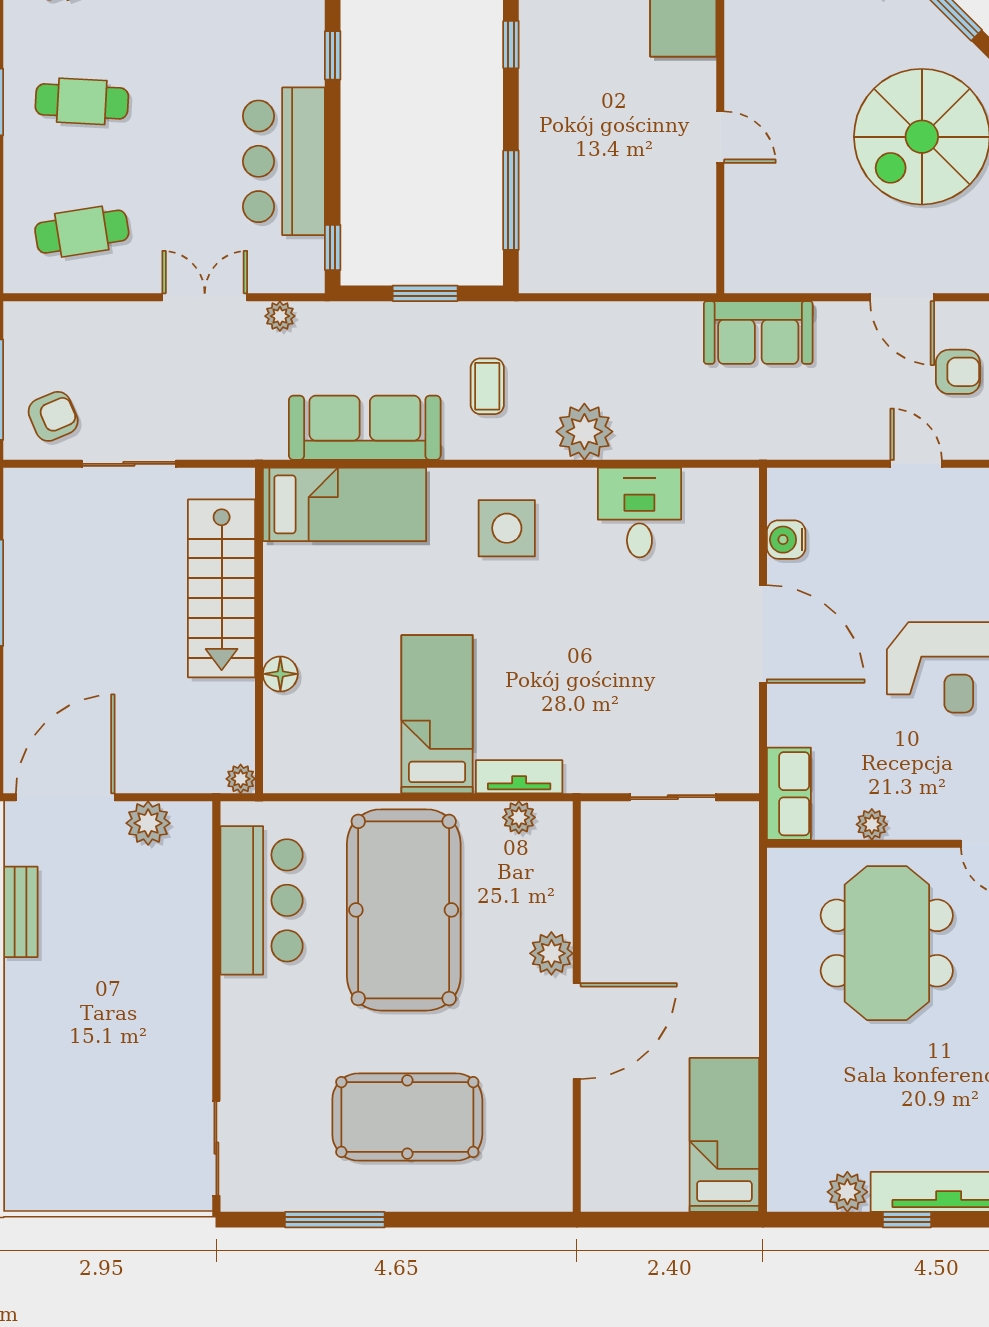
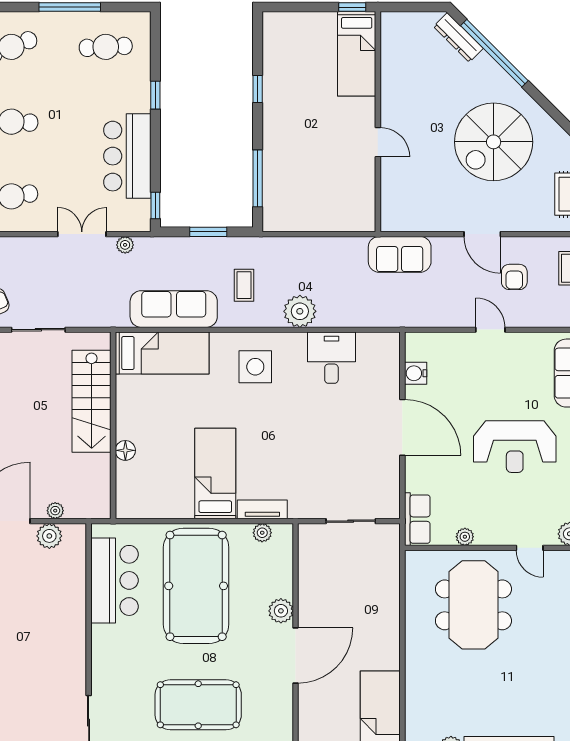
armchair: (958, 372) -> (514, 277), turned 90
plant: (241, 779) -> (55, 511), moved

